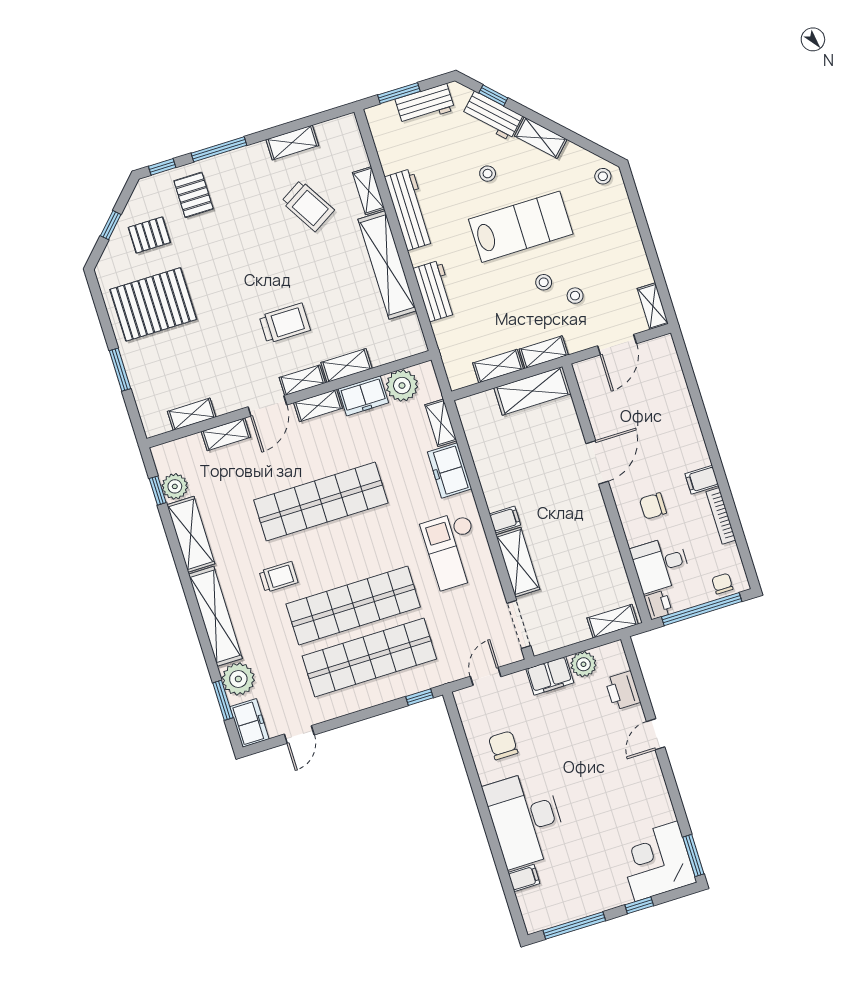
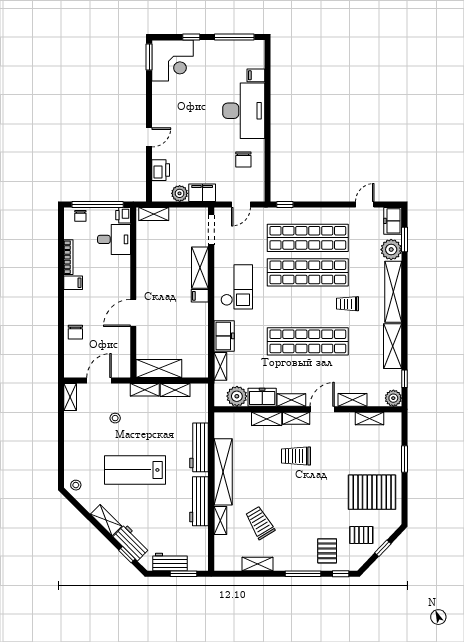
stool: (488, 174) -> (145, 508), removed
stool: (544, 282) -> (132, 432), removed
workbench: (435, 291) -> (199, 447), width x1.38
plant: (175, 486) -> (393, 398), moved
chair: (653, 506) -> (75, 332), moved, turned 90

